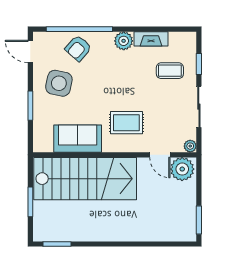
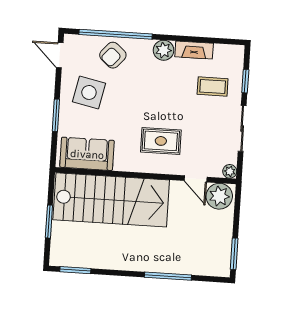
sofa: (78, 139) -> (87, 154), moved
window: (141, 244) -> (168, 276), added

